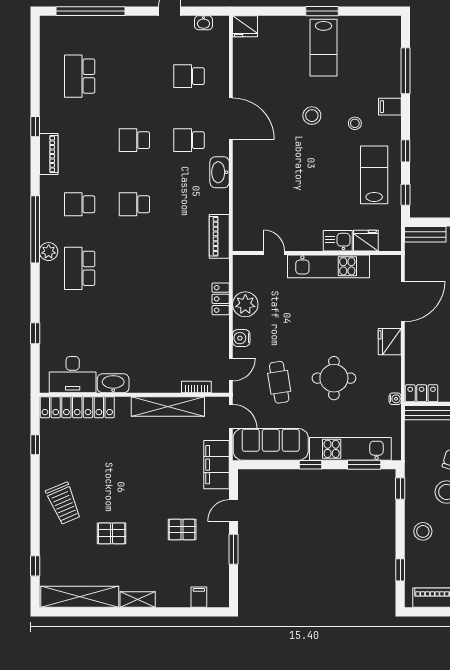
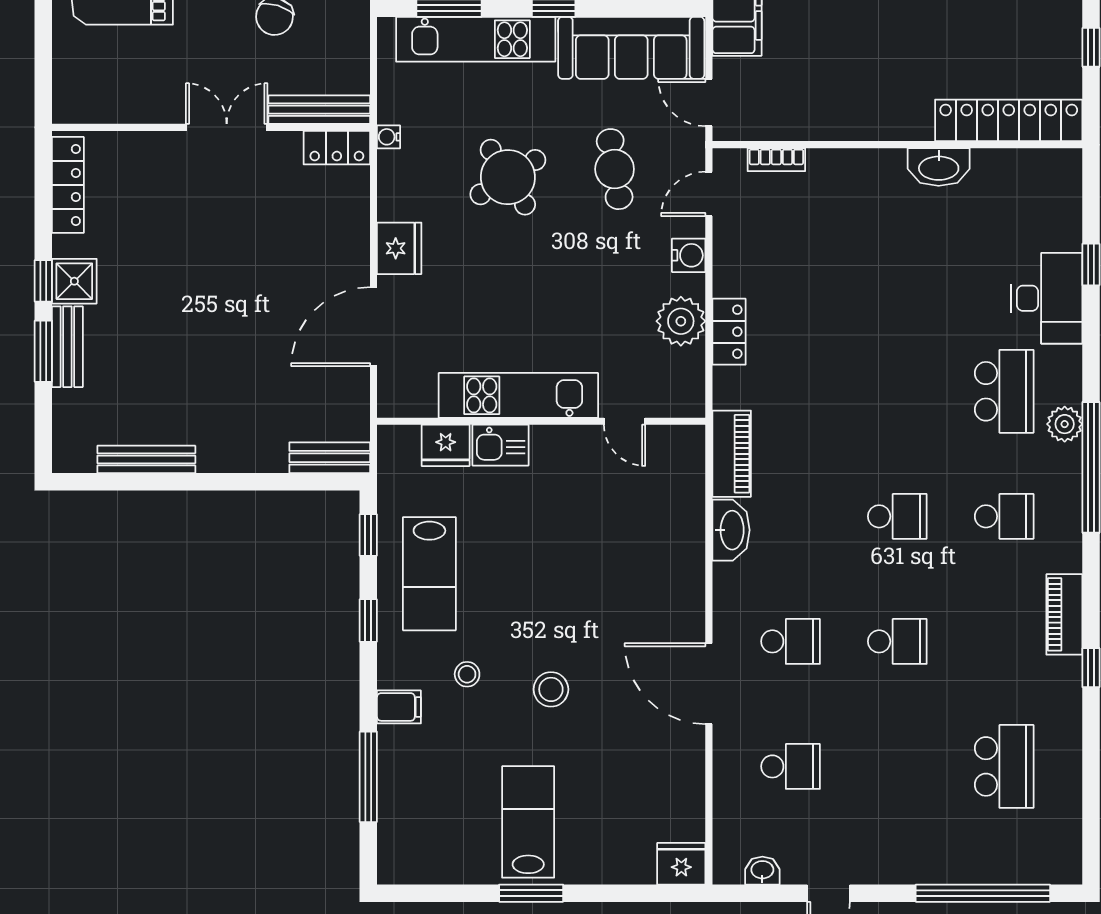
washbasin: (220, 172) -> (731, 530), moved
desk: (73, 375) -> (1047, 298), moved, turned 90
round table: (334, 378) -> (508, 177), turned -32
shelving: (168, 406) -> (832, 122), removed

